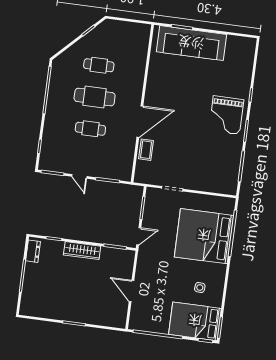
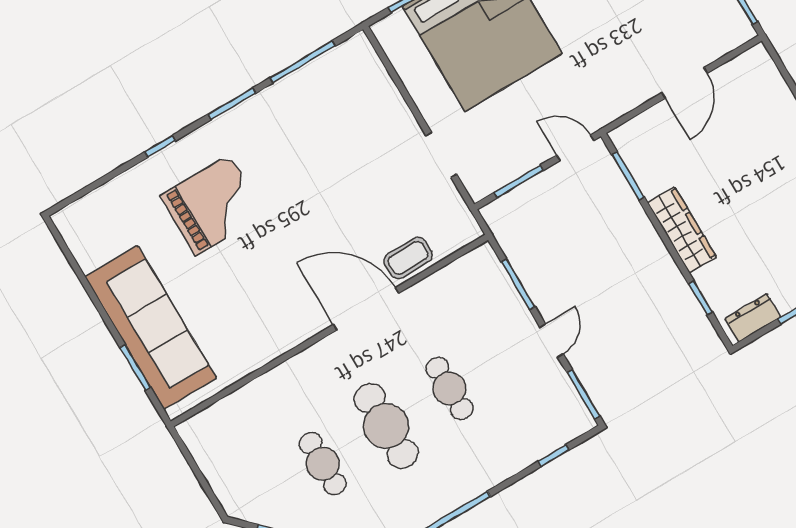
grand piano: (226, 115) -> (213, 205), moved

